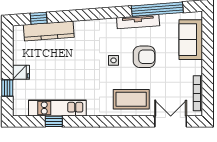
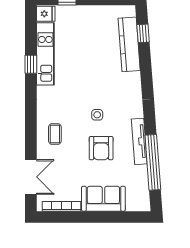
sofa: (191, 40) -> (103, 199), moved
fridge: (21, 72) -> (46, 14), moved, turned -90
coffee table: (131, 99) -> (55, 134), width x0.54, depth x0.58
window: (54, 121) -> (31, 64), moved

